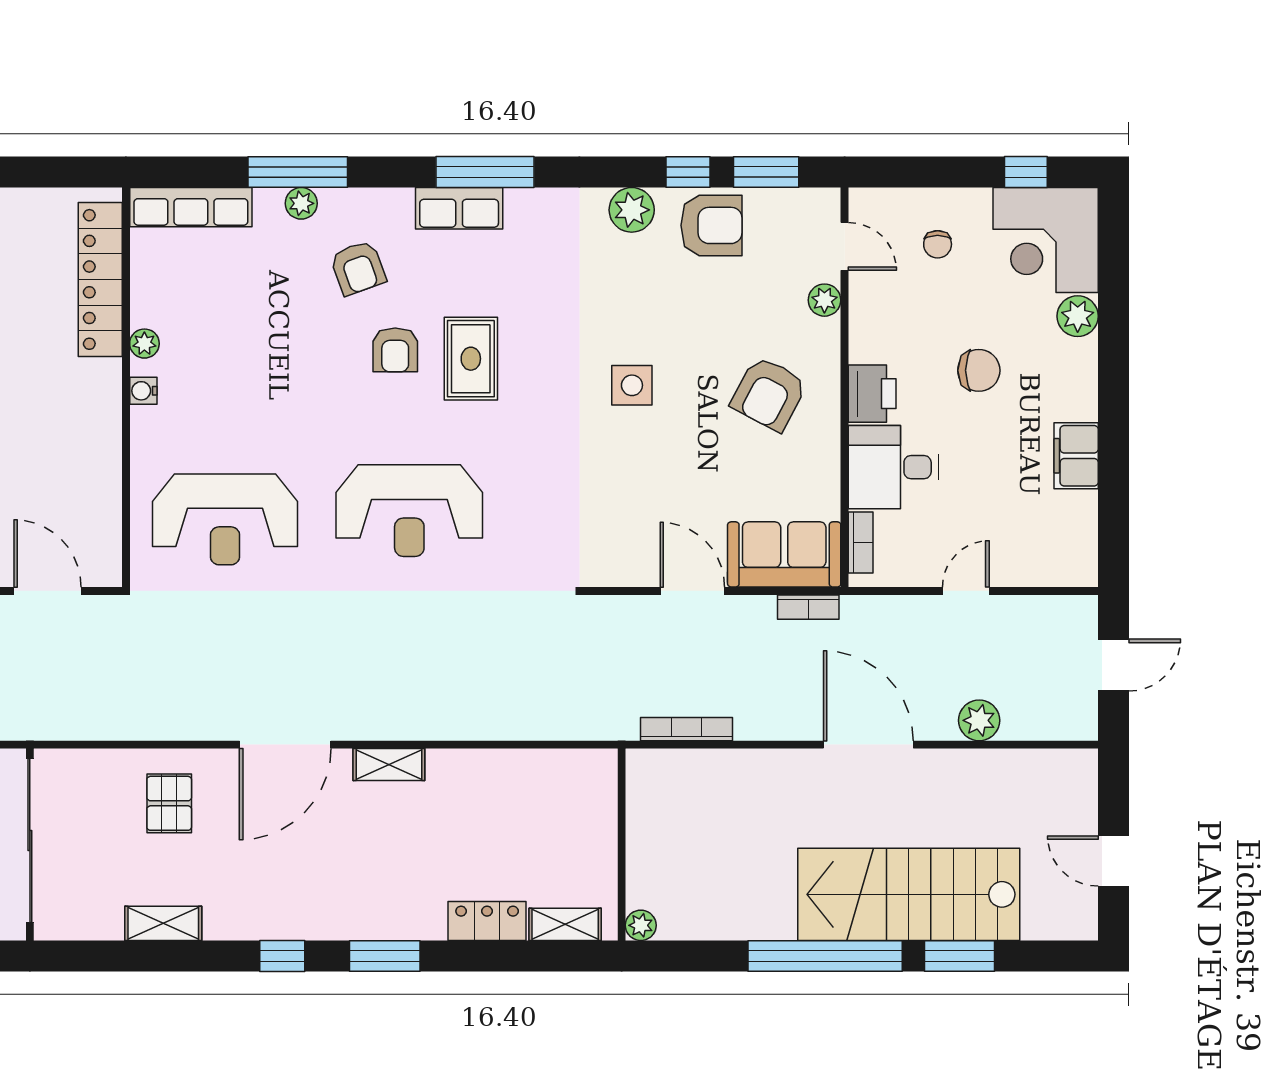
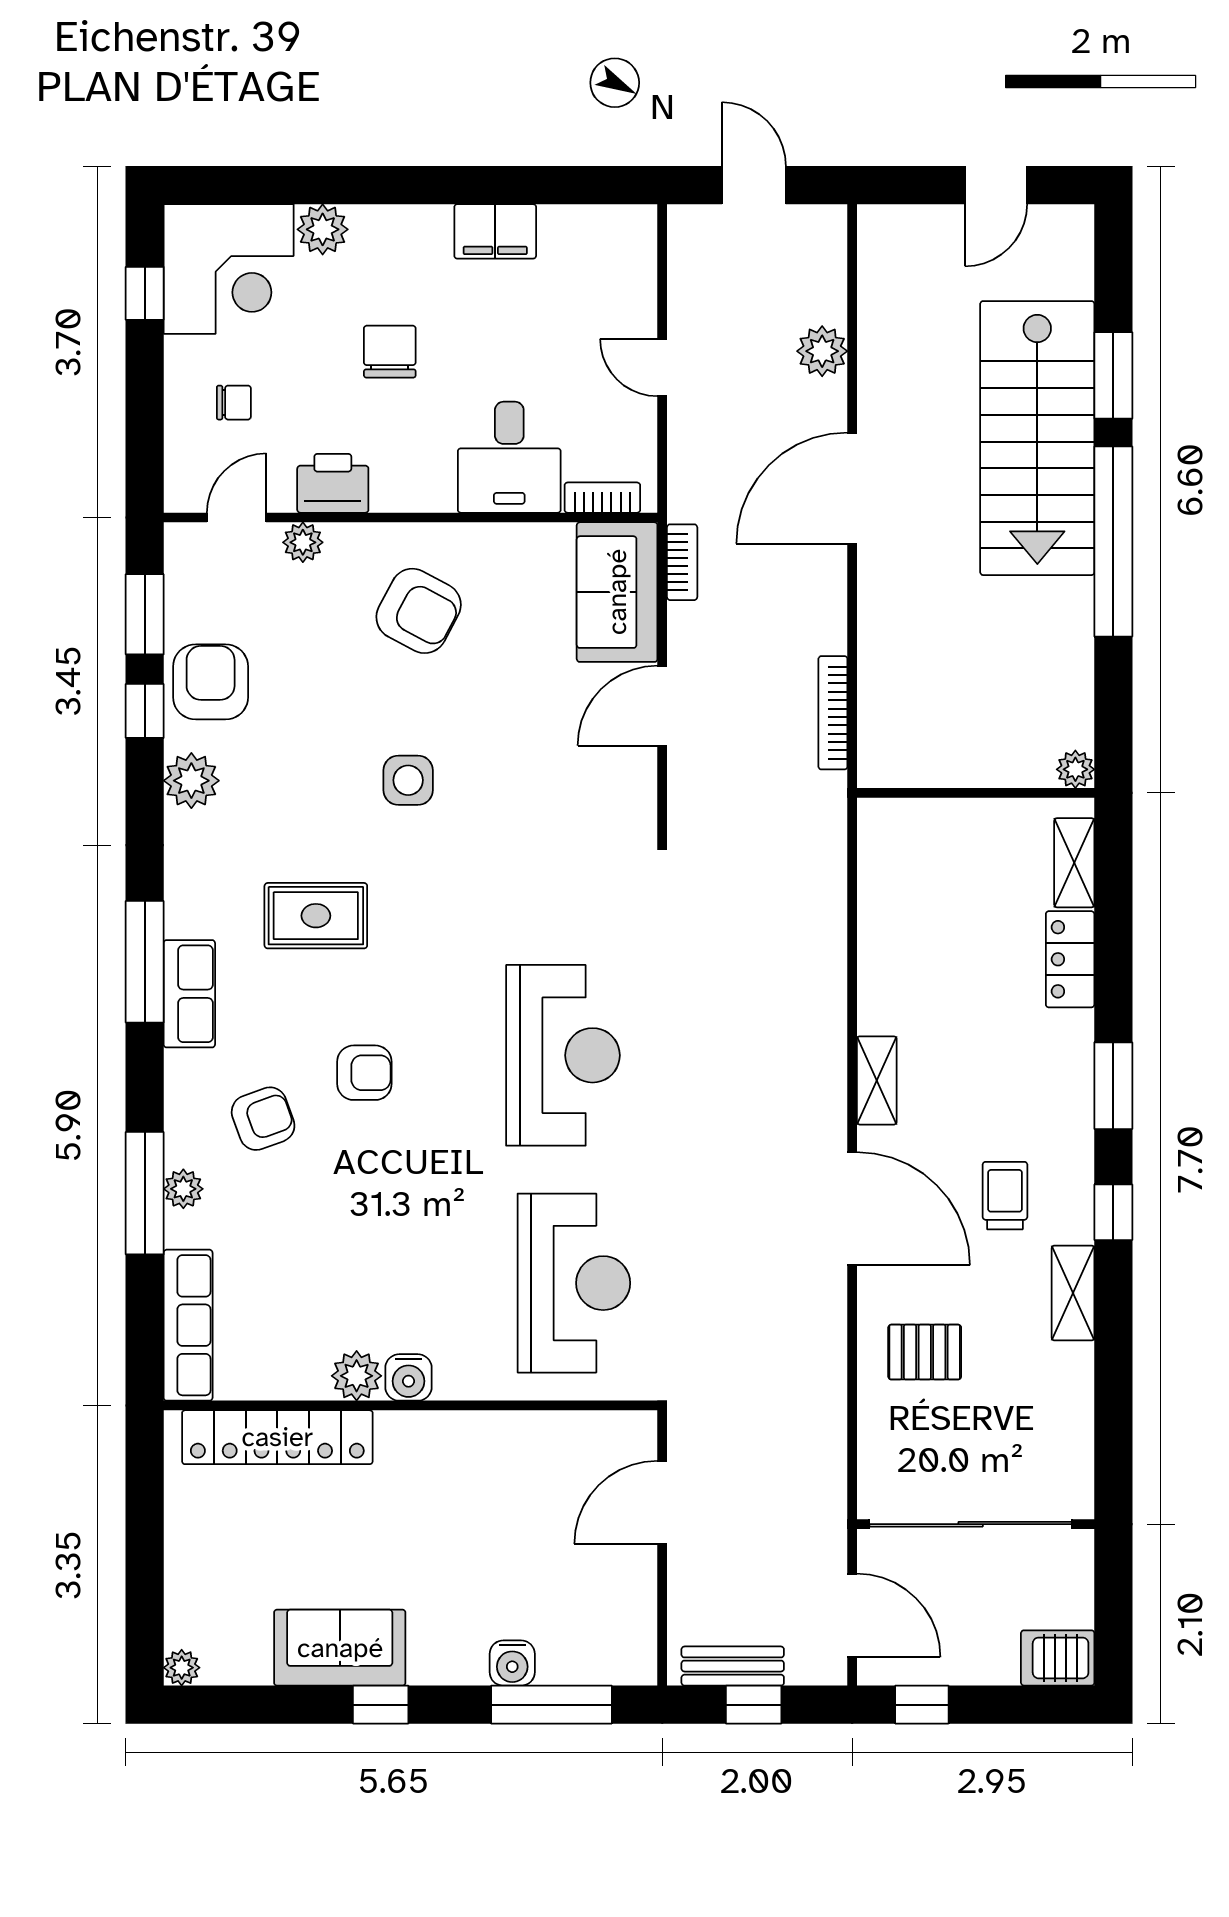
plant: (144, 344) -> (357, 1376), width x1.38, depth x1.38
rug: (471, 359) -> (316, 916), moved
water cooler: (143, 391) -> (408, 1377), width x1.38, depth x1.38
printer: (872, 394) -> (333, 483), moved
trolley: (296, 868) -> (1005, 1196), added
shelving: (163, 923) -> (1073, 1293), moved

